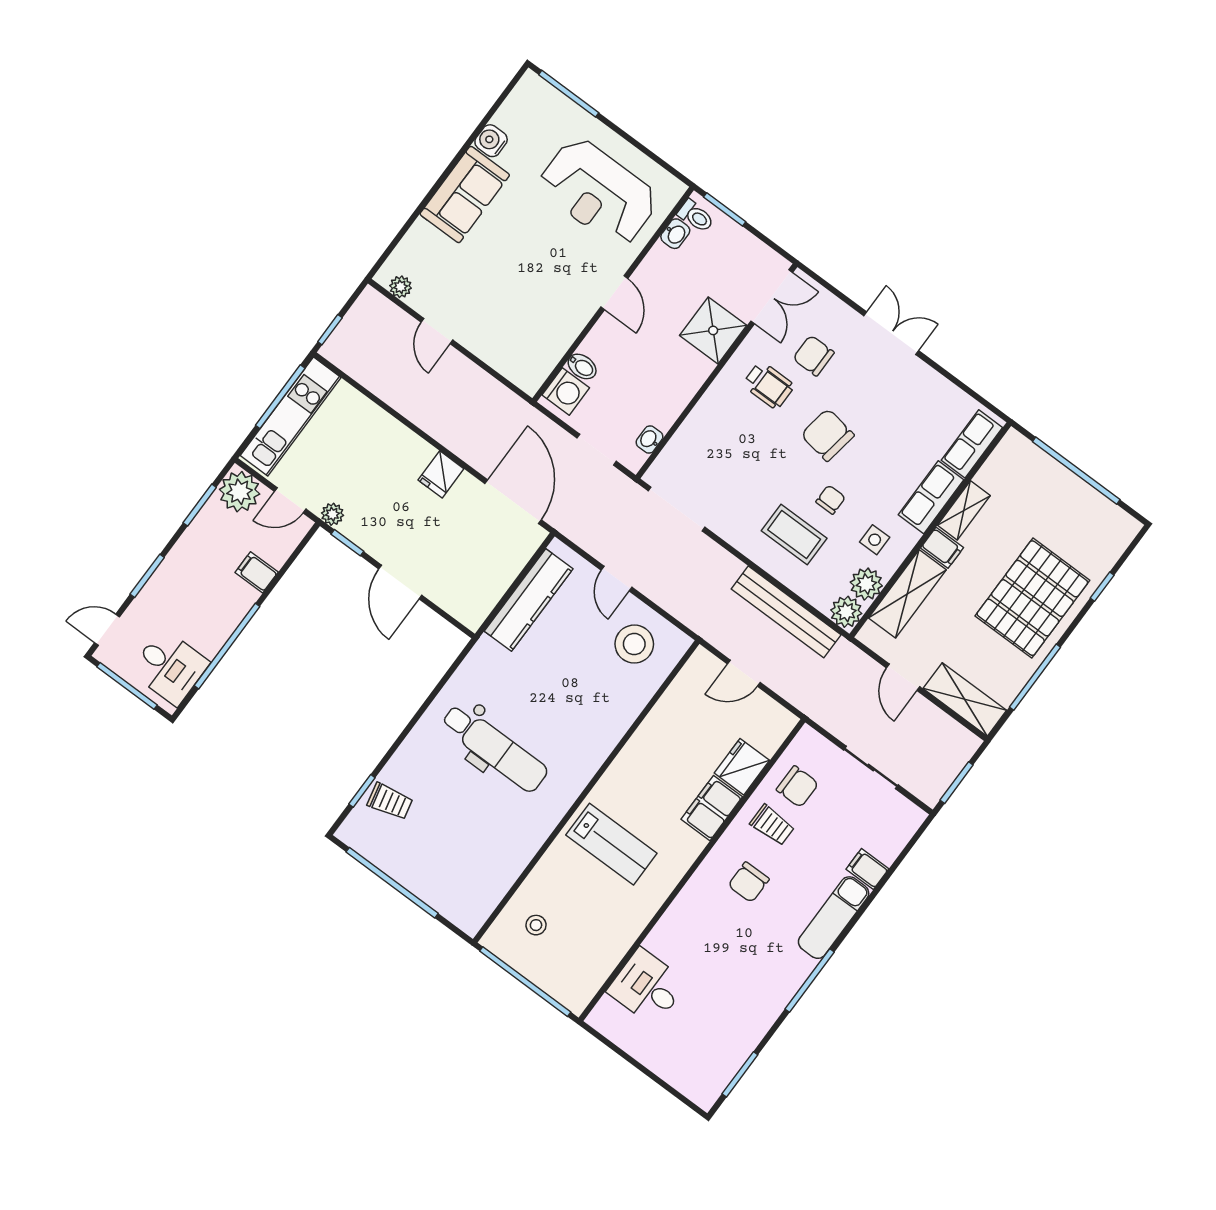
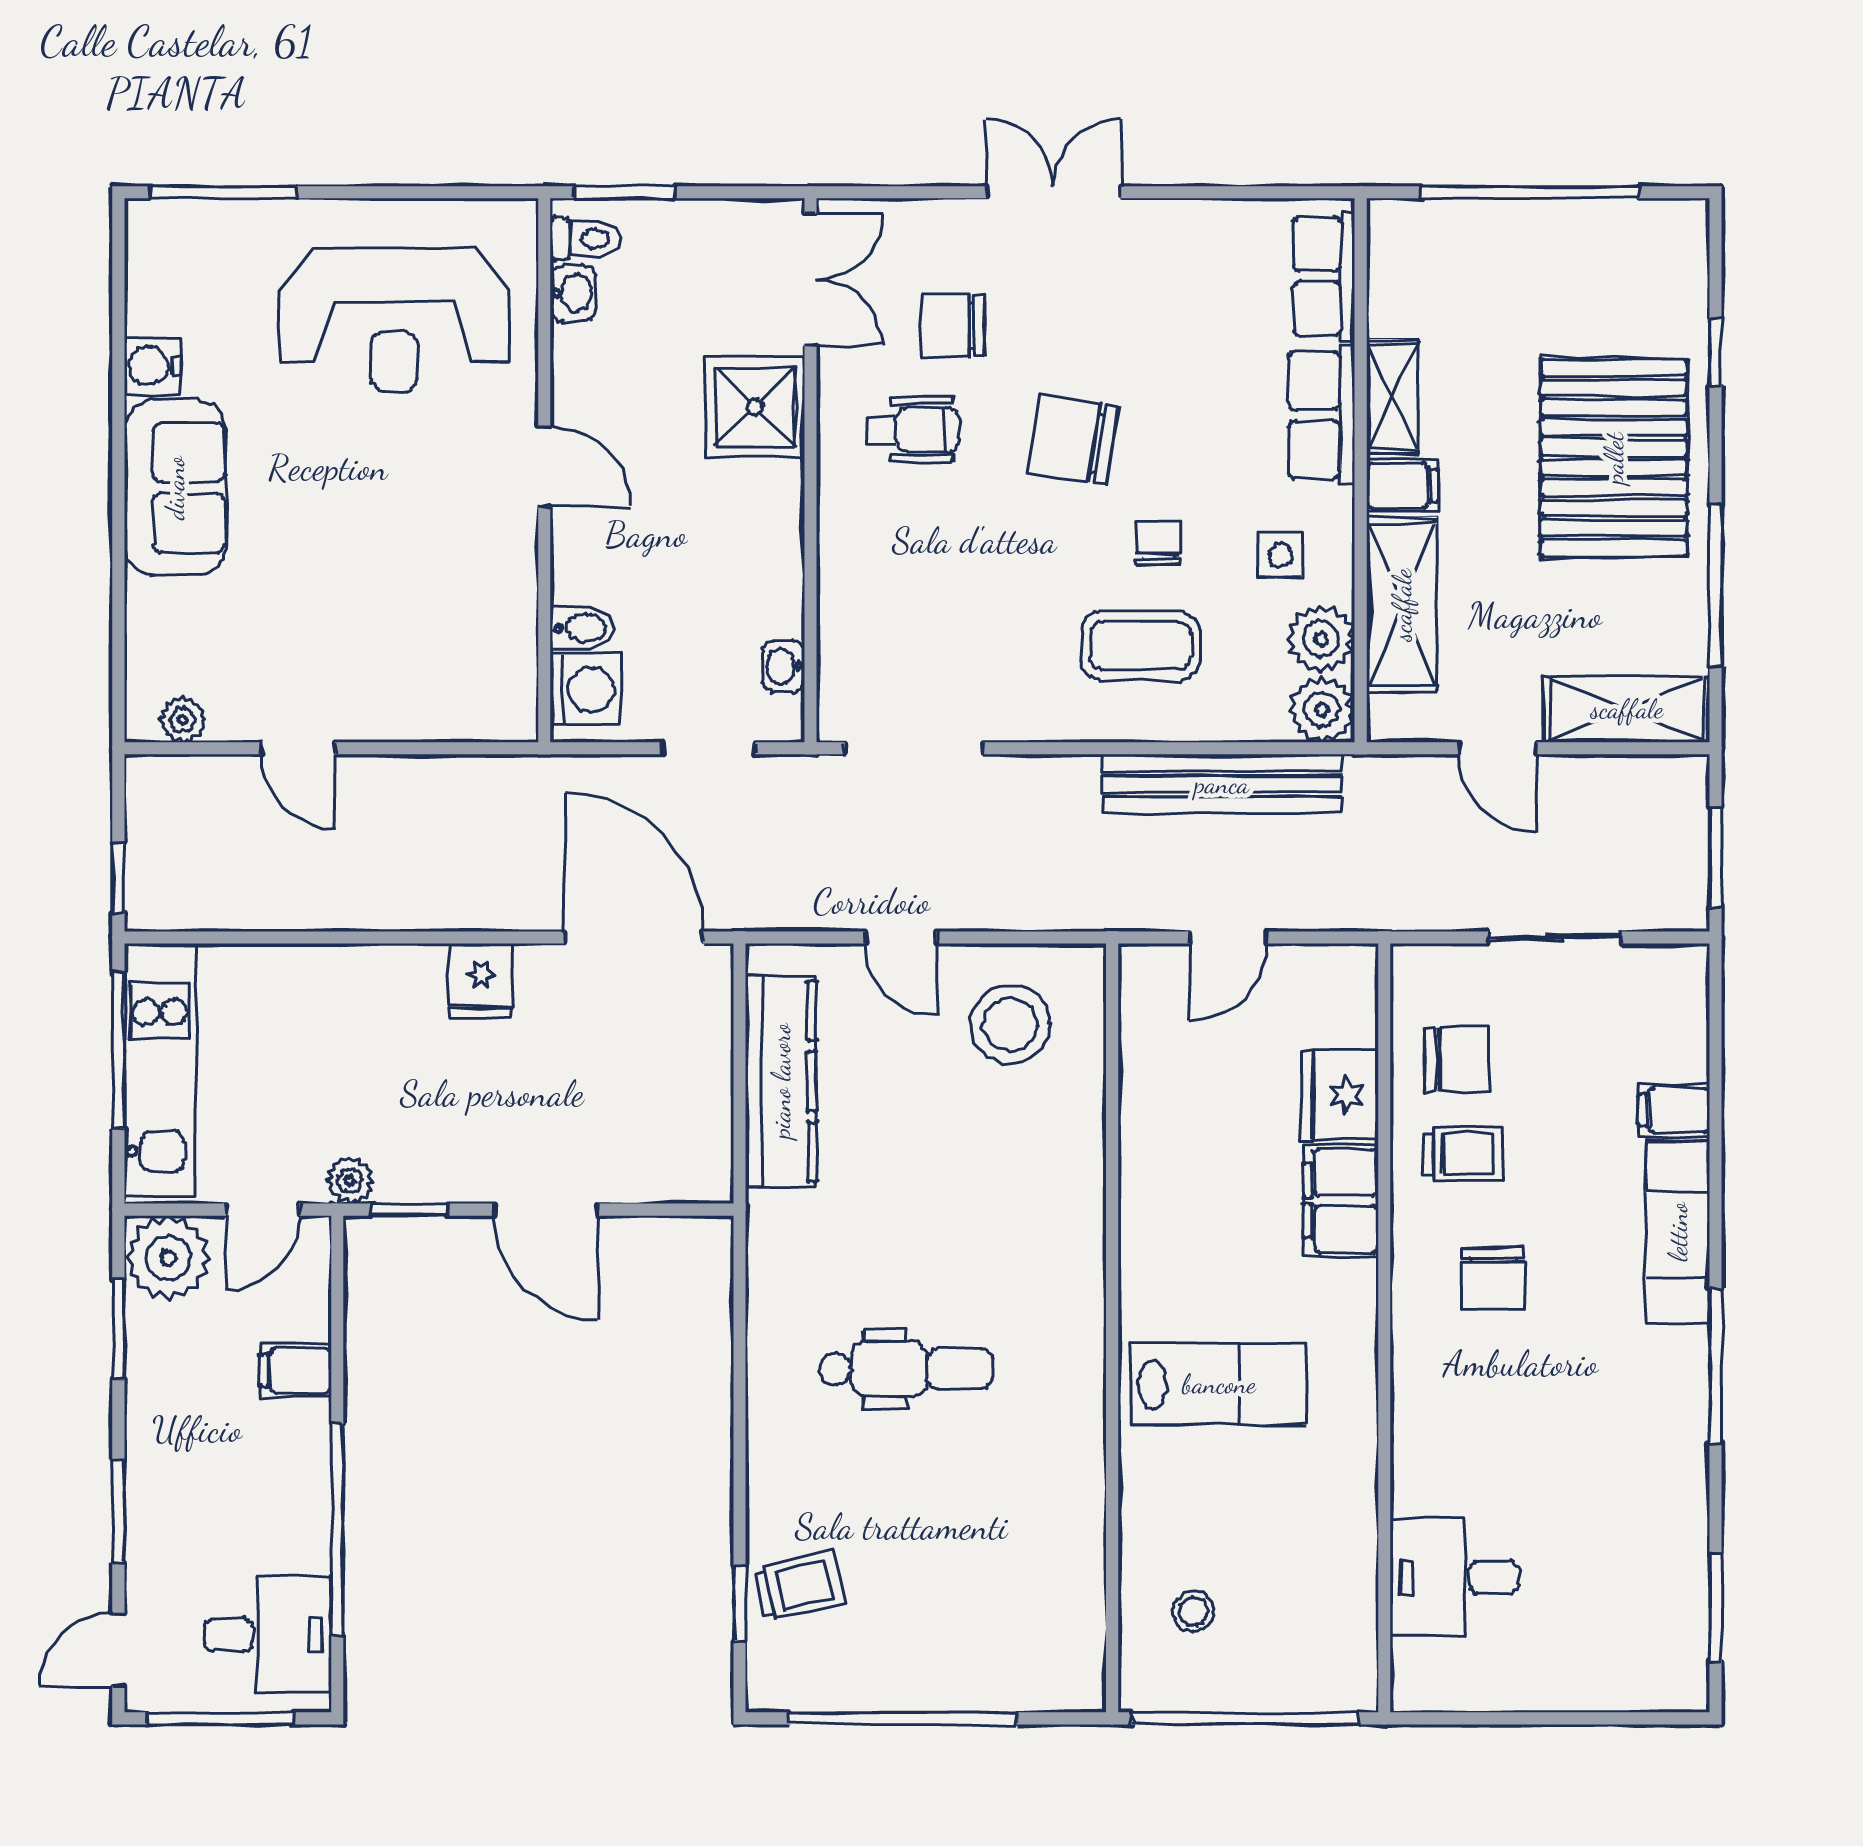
dental chair: (494, 748) -> (906, 1369), width x0.73, depth x0.72

